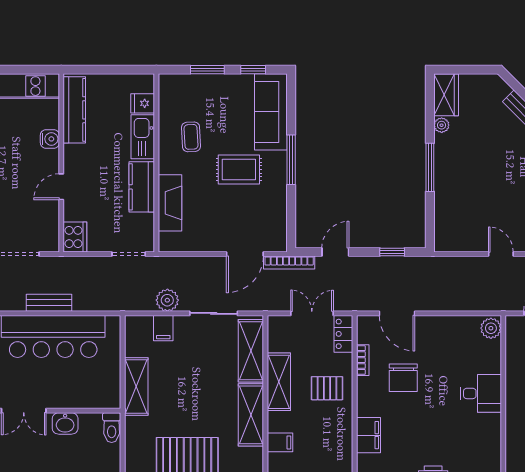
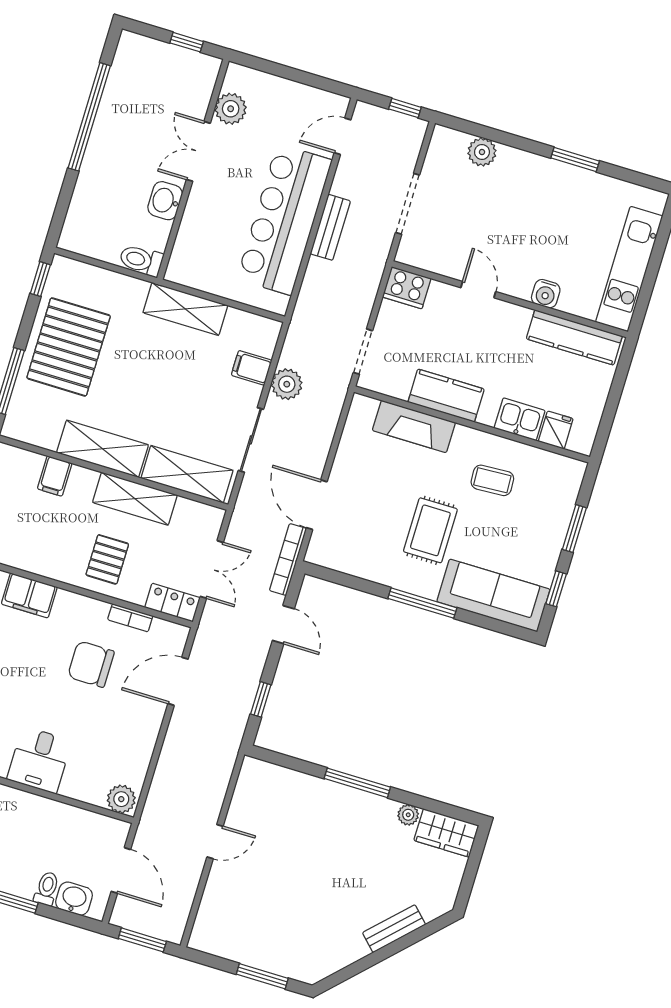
kitchen sink: (143, 137) -> (520, 419), width x0.73

